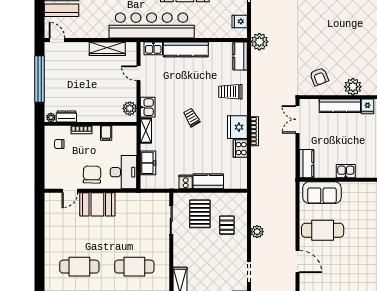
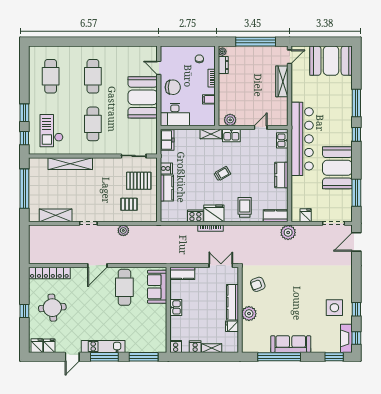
wardrobe: (107, 49) -> (282, 81), moved
kitchen counter: (186, 49) -> (281, 175), width x0.67
freezer: (148, 163) -> (167, 140), moved, turned -90
booth: (97, 204) -> (143, 97), width x1.36, depth x1.42

